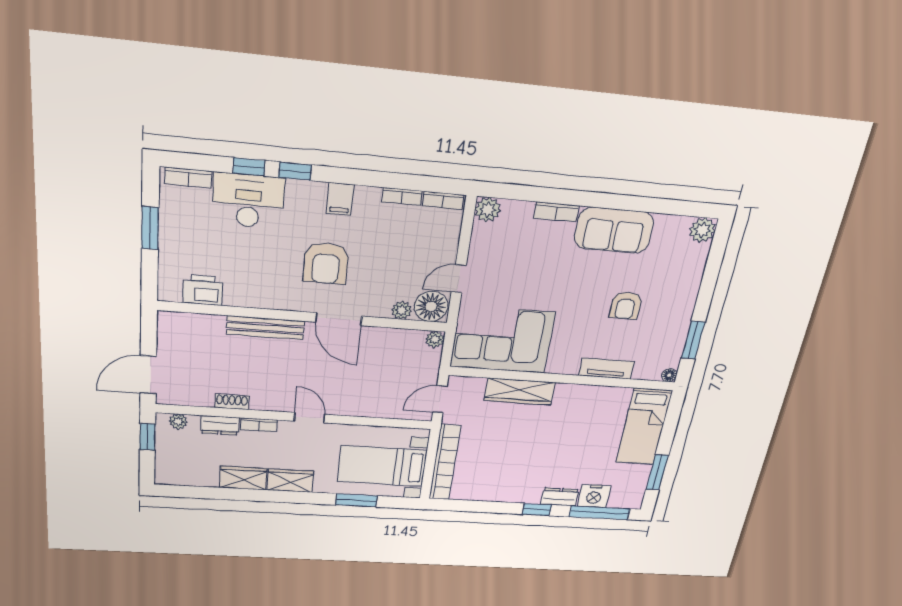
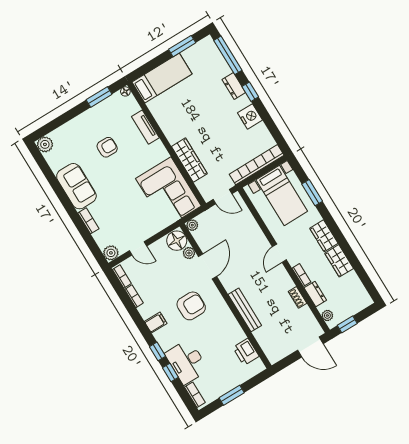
door: (459, 279) -> (138, 248), moved
door: (339, 319) -> (208, 266), moved
nightstand: (594, 496) -> (250, 116), moved

